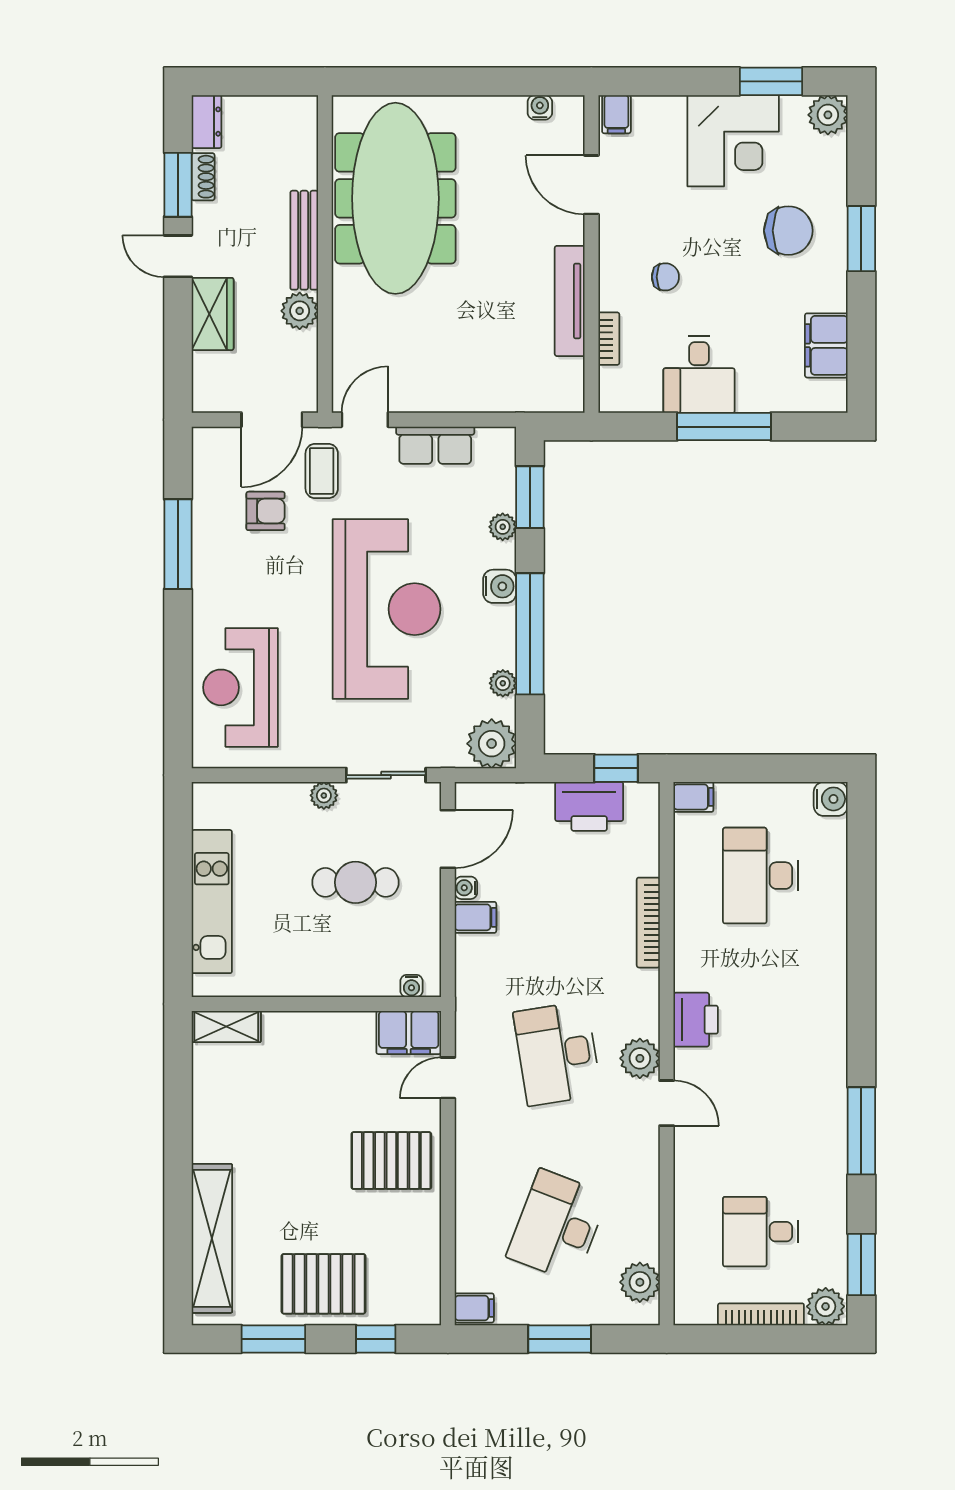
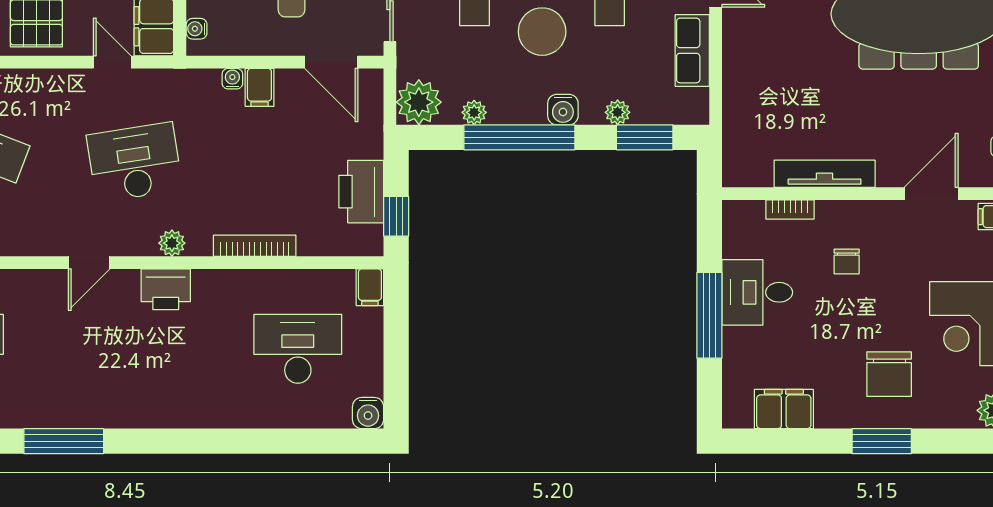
water cooler: (466, 888) -> (232, 79), moved
plant: (640, 1058) -> (172, 243), moved, width x0.73, depth x0.73

